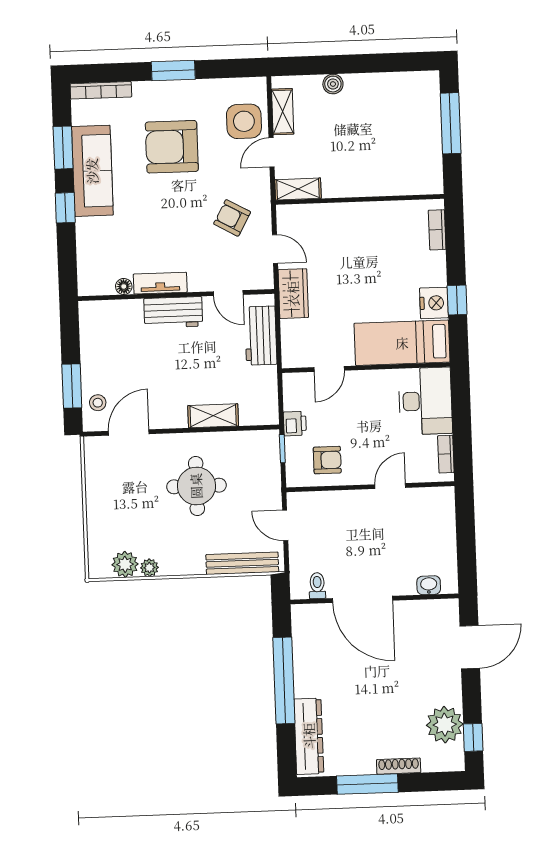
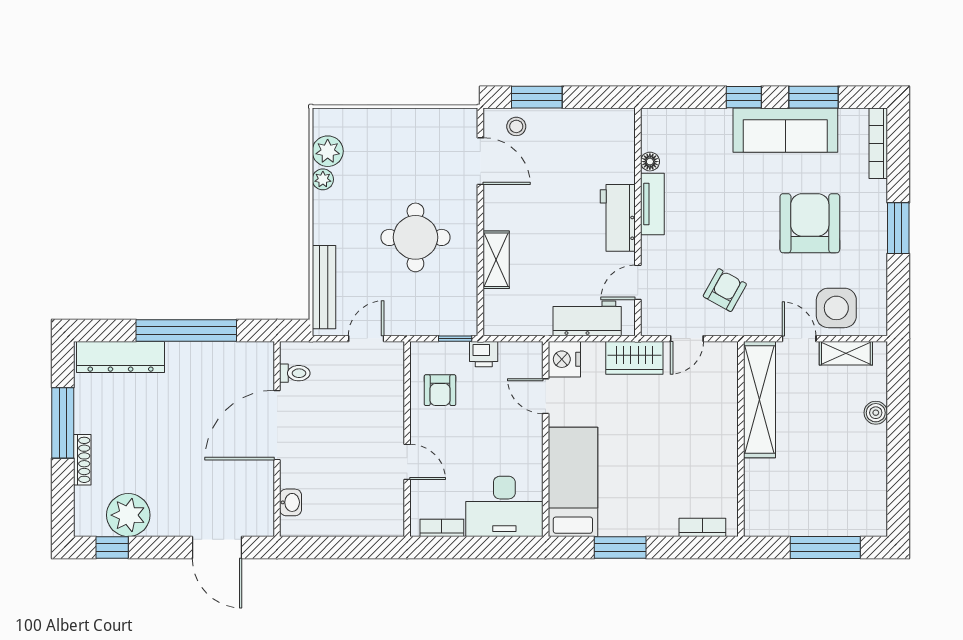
shelving: (298, 189) -> (759, 400), width x2.20, depth x1.33
window: (457, 300) -> (620, 547), width x1.50
nightstand: (434, 303) -> (564, 359), moved, turned 90

